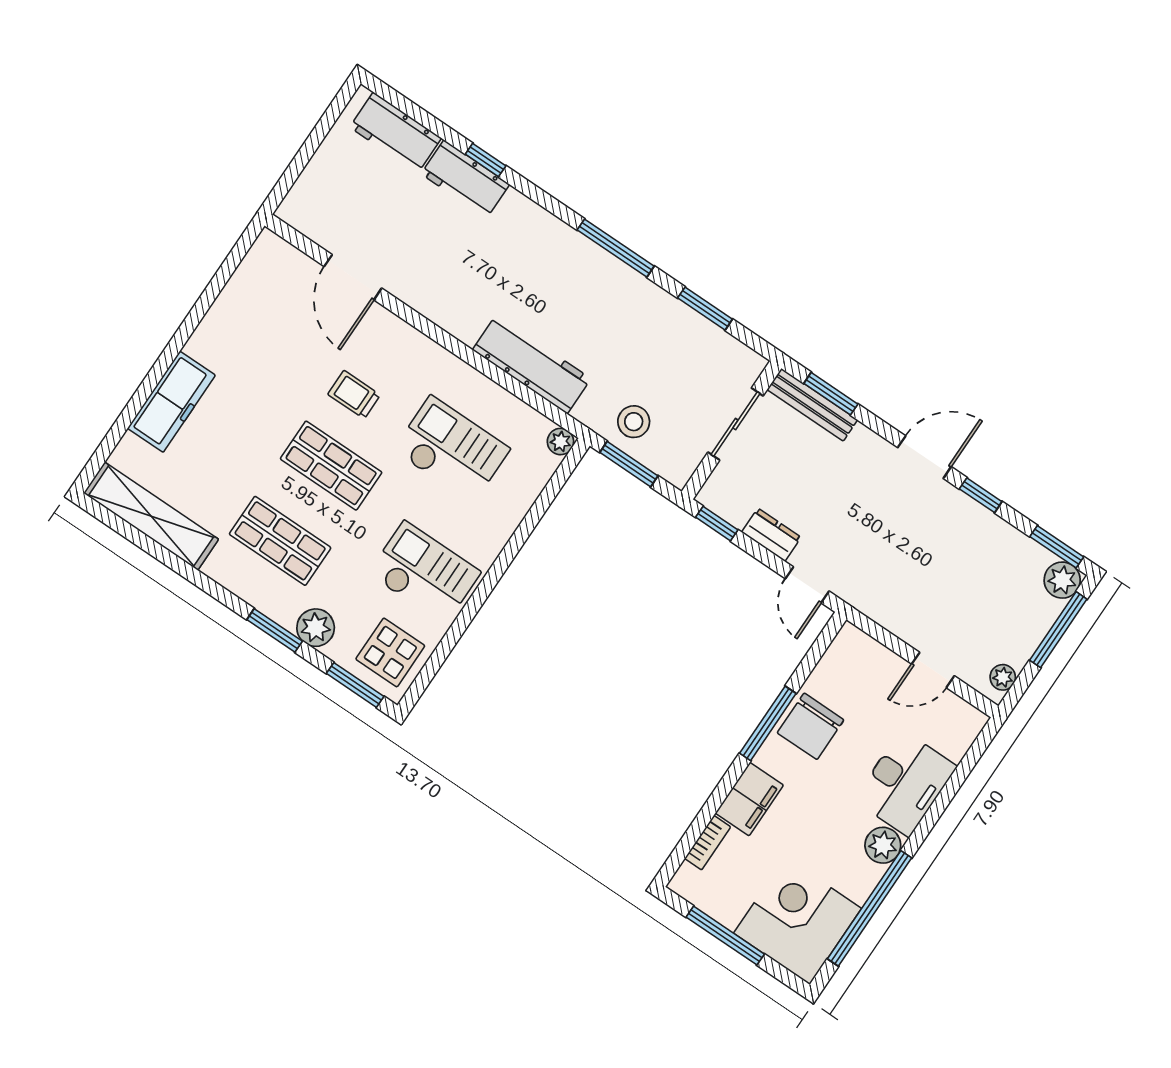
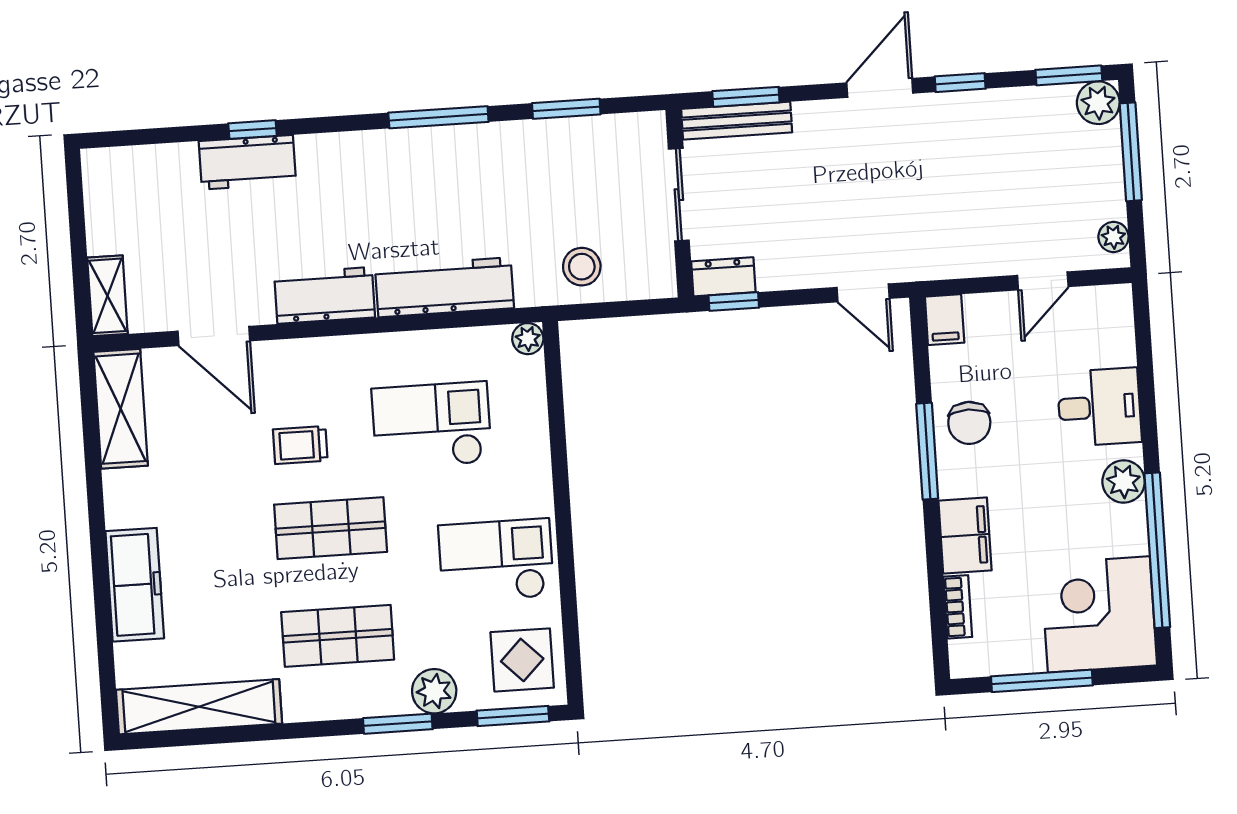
workbench: (395, 133) -> (325, 295), moved, turned 180
shelving: (303, 195) -> (107, 296), added
shelving: (253, 277) -> (121, 409), added
window: (629, 464) -> (608, 310), removed
dresser: (771, 535) -> (723, 277), moved
filing cabinet: (848, 645) -> (945, 320), added
chair: (811, 726) -> (969, 423), width x0.73, depth x0.73
desk: (905, 783) -> (1099, 407), width x0.73

